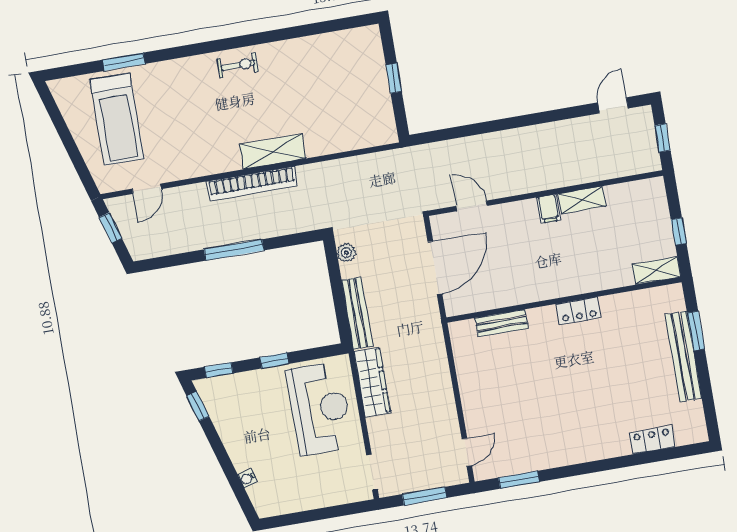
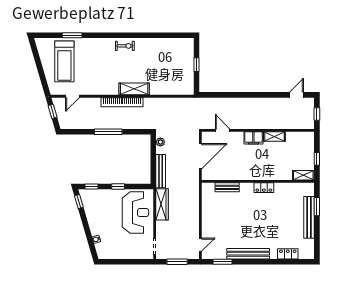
filing cabinet: (549, 209) -> (253, 138), width x2.00
bench: (569, 454) -> (248, 254), added

